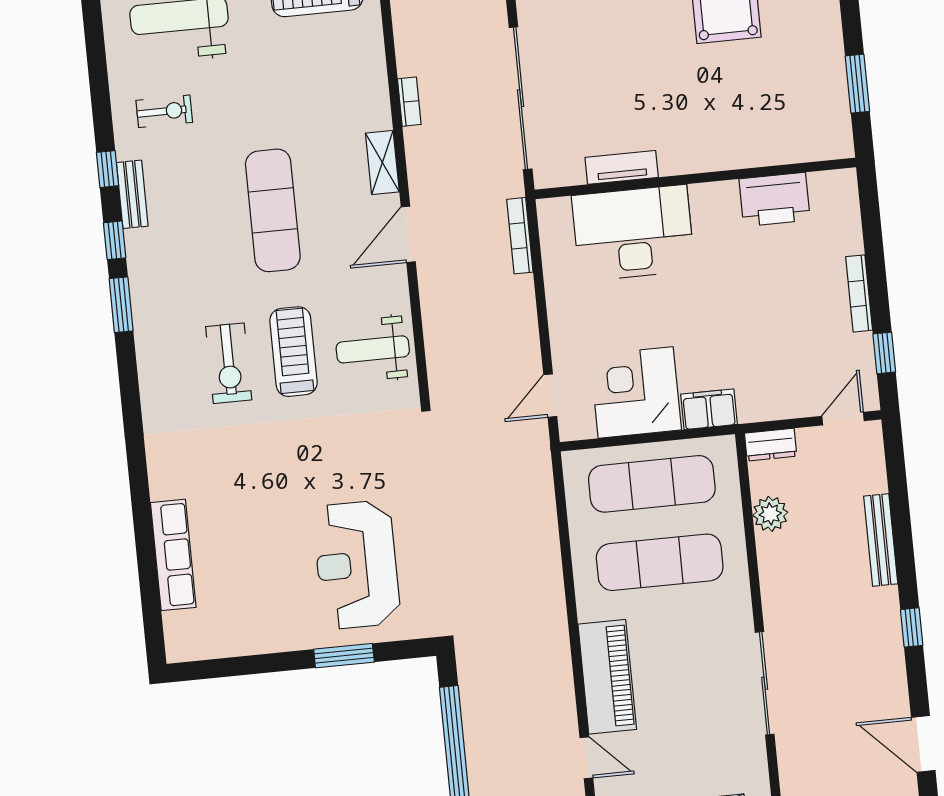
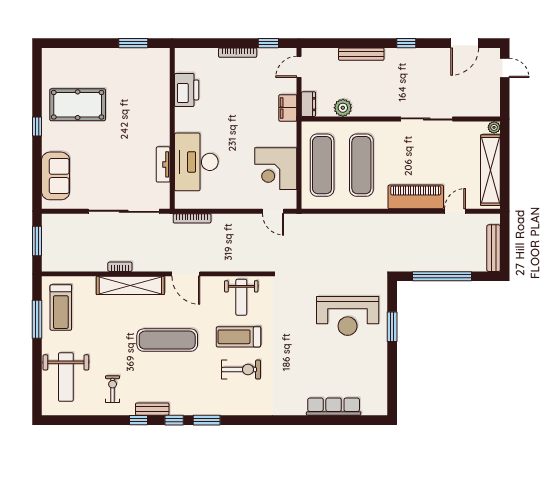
shelving: (382, 162) -> (130, 285), width x2.20, depth x1.33
filing cabinet: (709, 409) -> (288, 108), moved
door: (843, 419) -> (299, 67), hinge flipped

